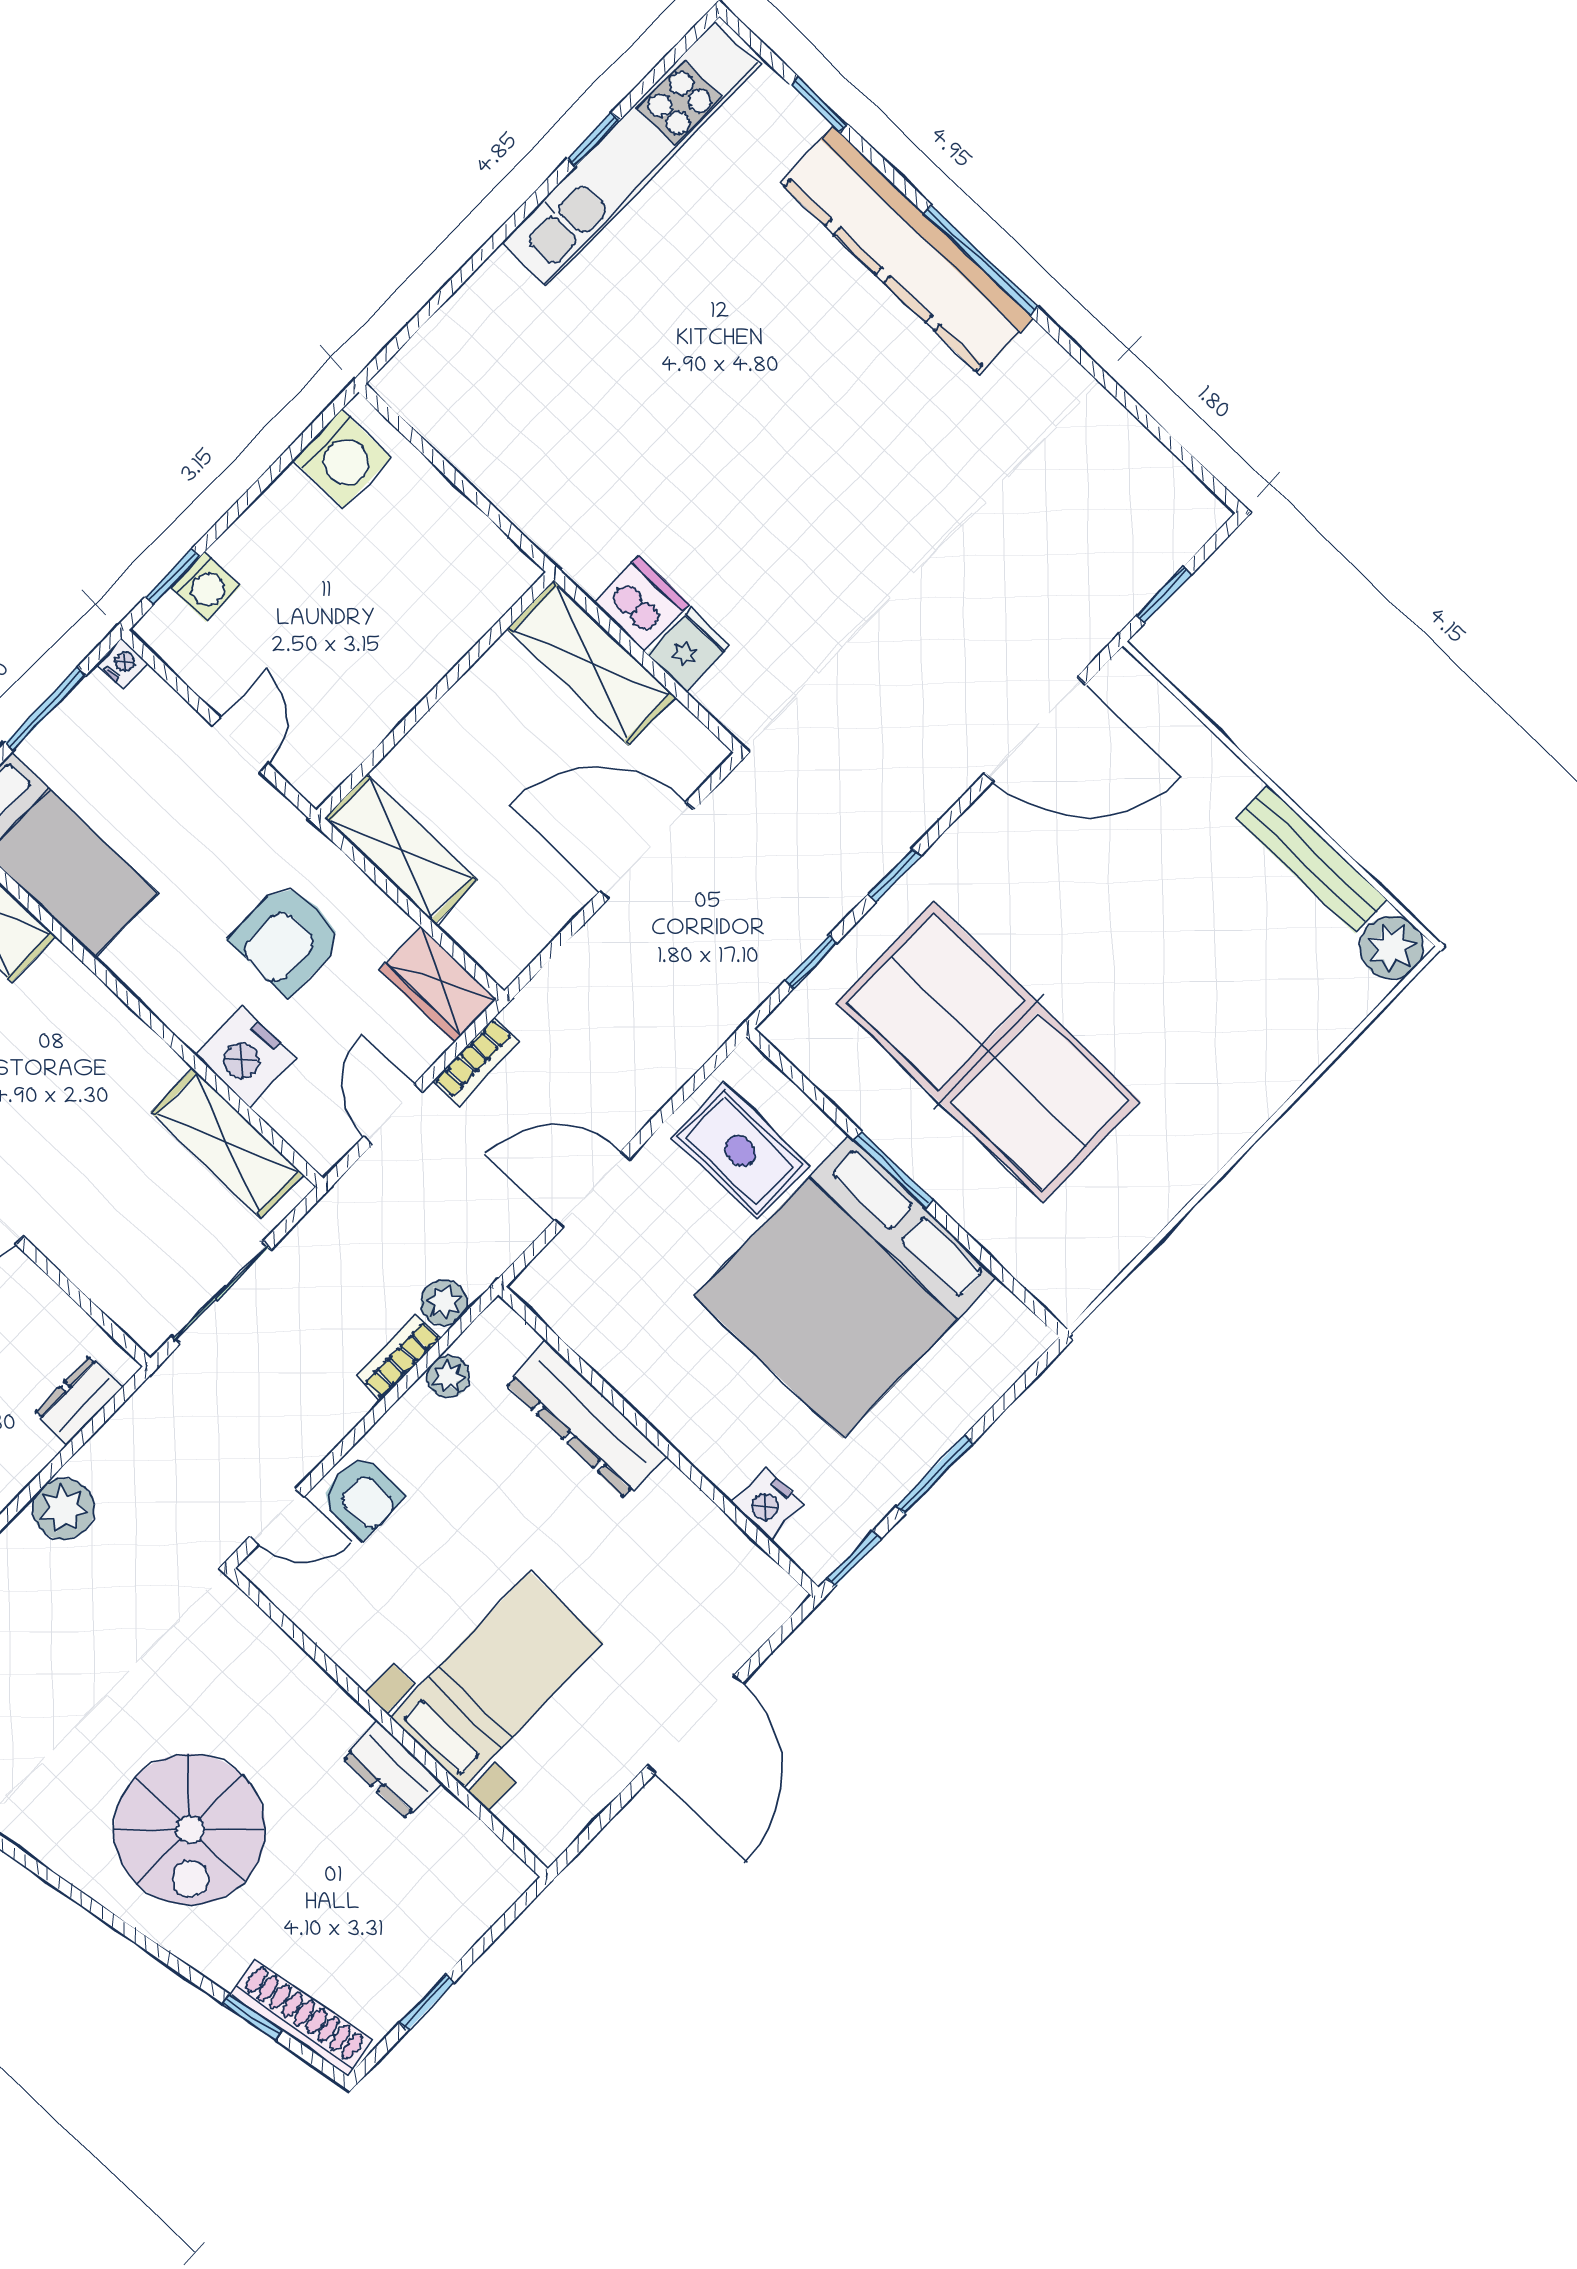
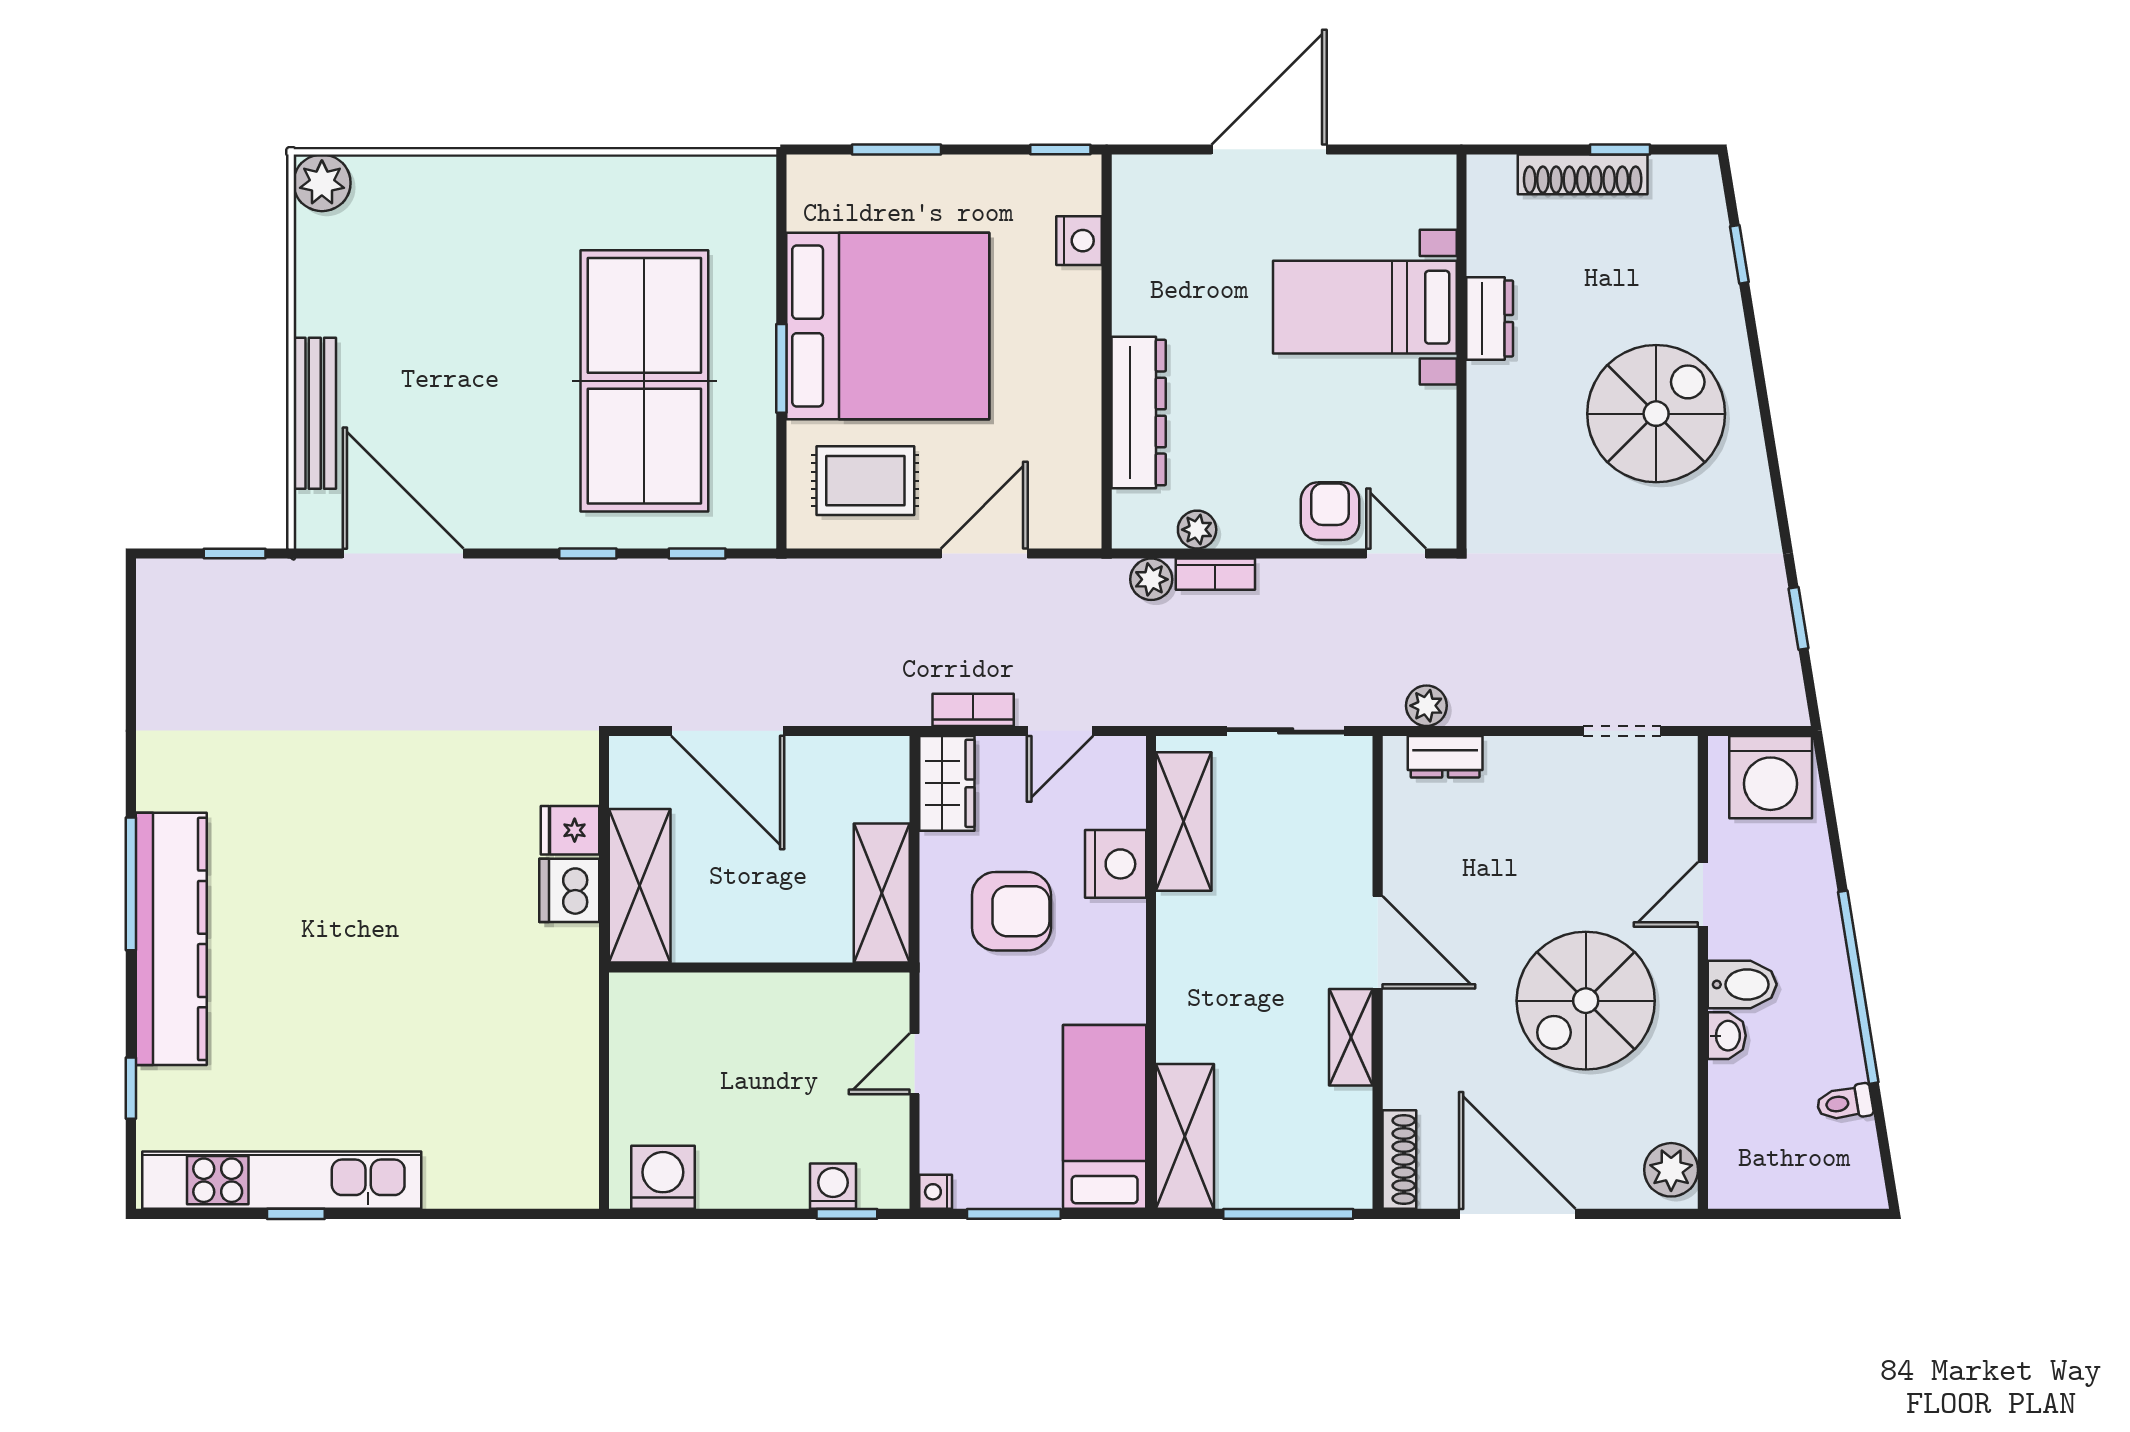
bench: (1311, 859) -> (315, 413), moved
rug: (740, 1151) -> (865, 481), turned 90
door: (592, 1190) -> (984, 554), swing flipped
window: (935, 1475) -> (897, 149), moved
plant: (64, 1509) -> (1426, 706), moved, width x0.73, depth x0.73
shoe rack: (301, 2017) -> (1583, 174), moved, turned -81

